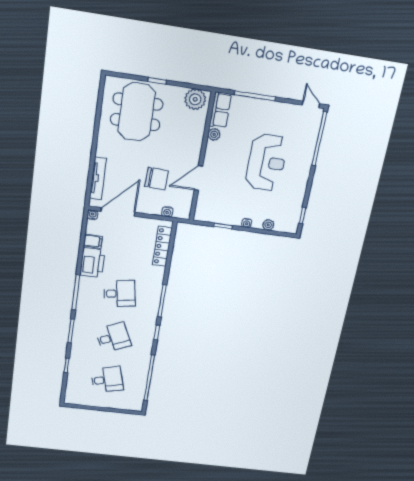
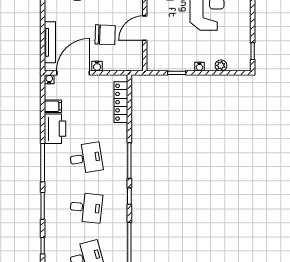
water cooler: (167, 212) -> (97, 66), moved
desk: (113, 337) -> (86, 208), turned 30

